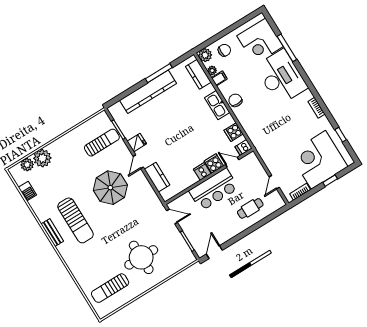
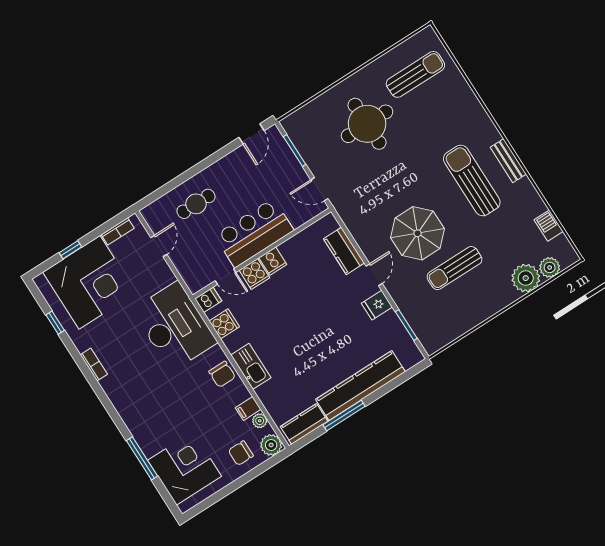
kitchen counter: (198, 74) -> (304, 424), moved, turned -90
desk: (281, 77) -> (175, 326), moved, turned 180
sun lounger: (102, 143) -> (454, 268), moved

